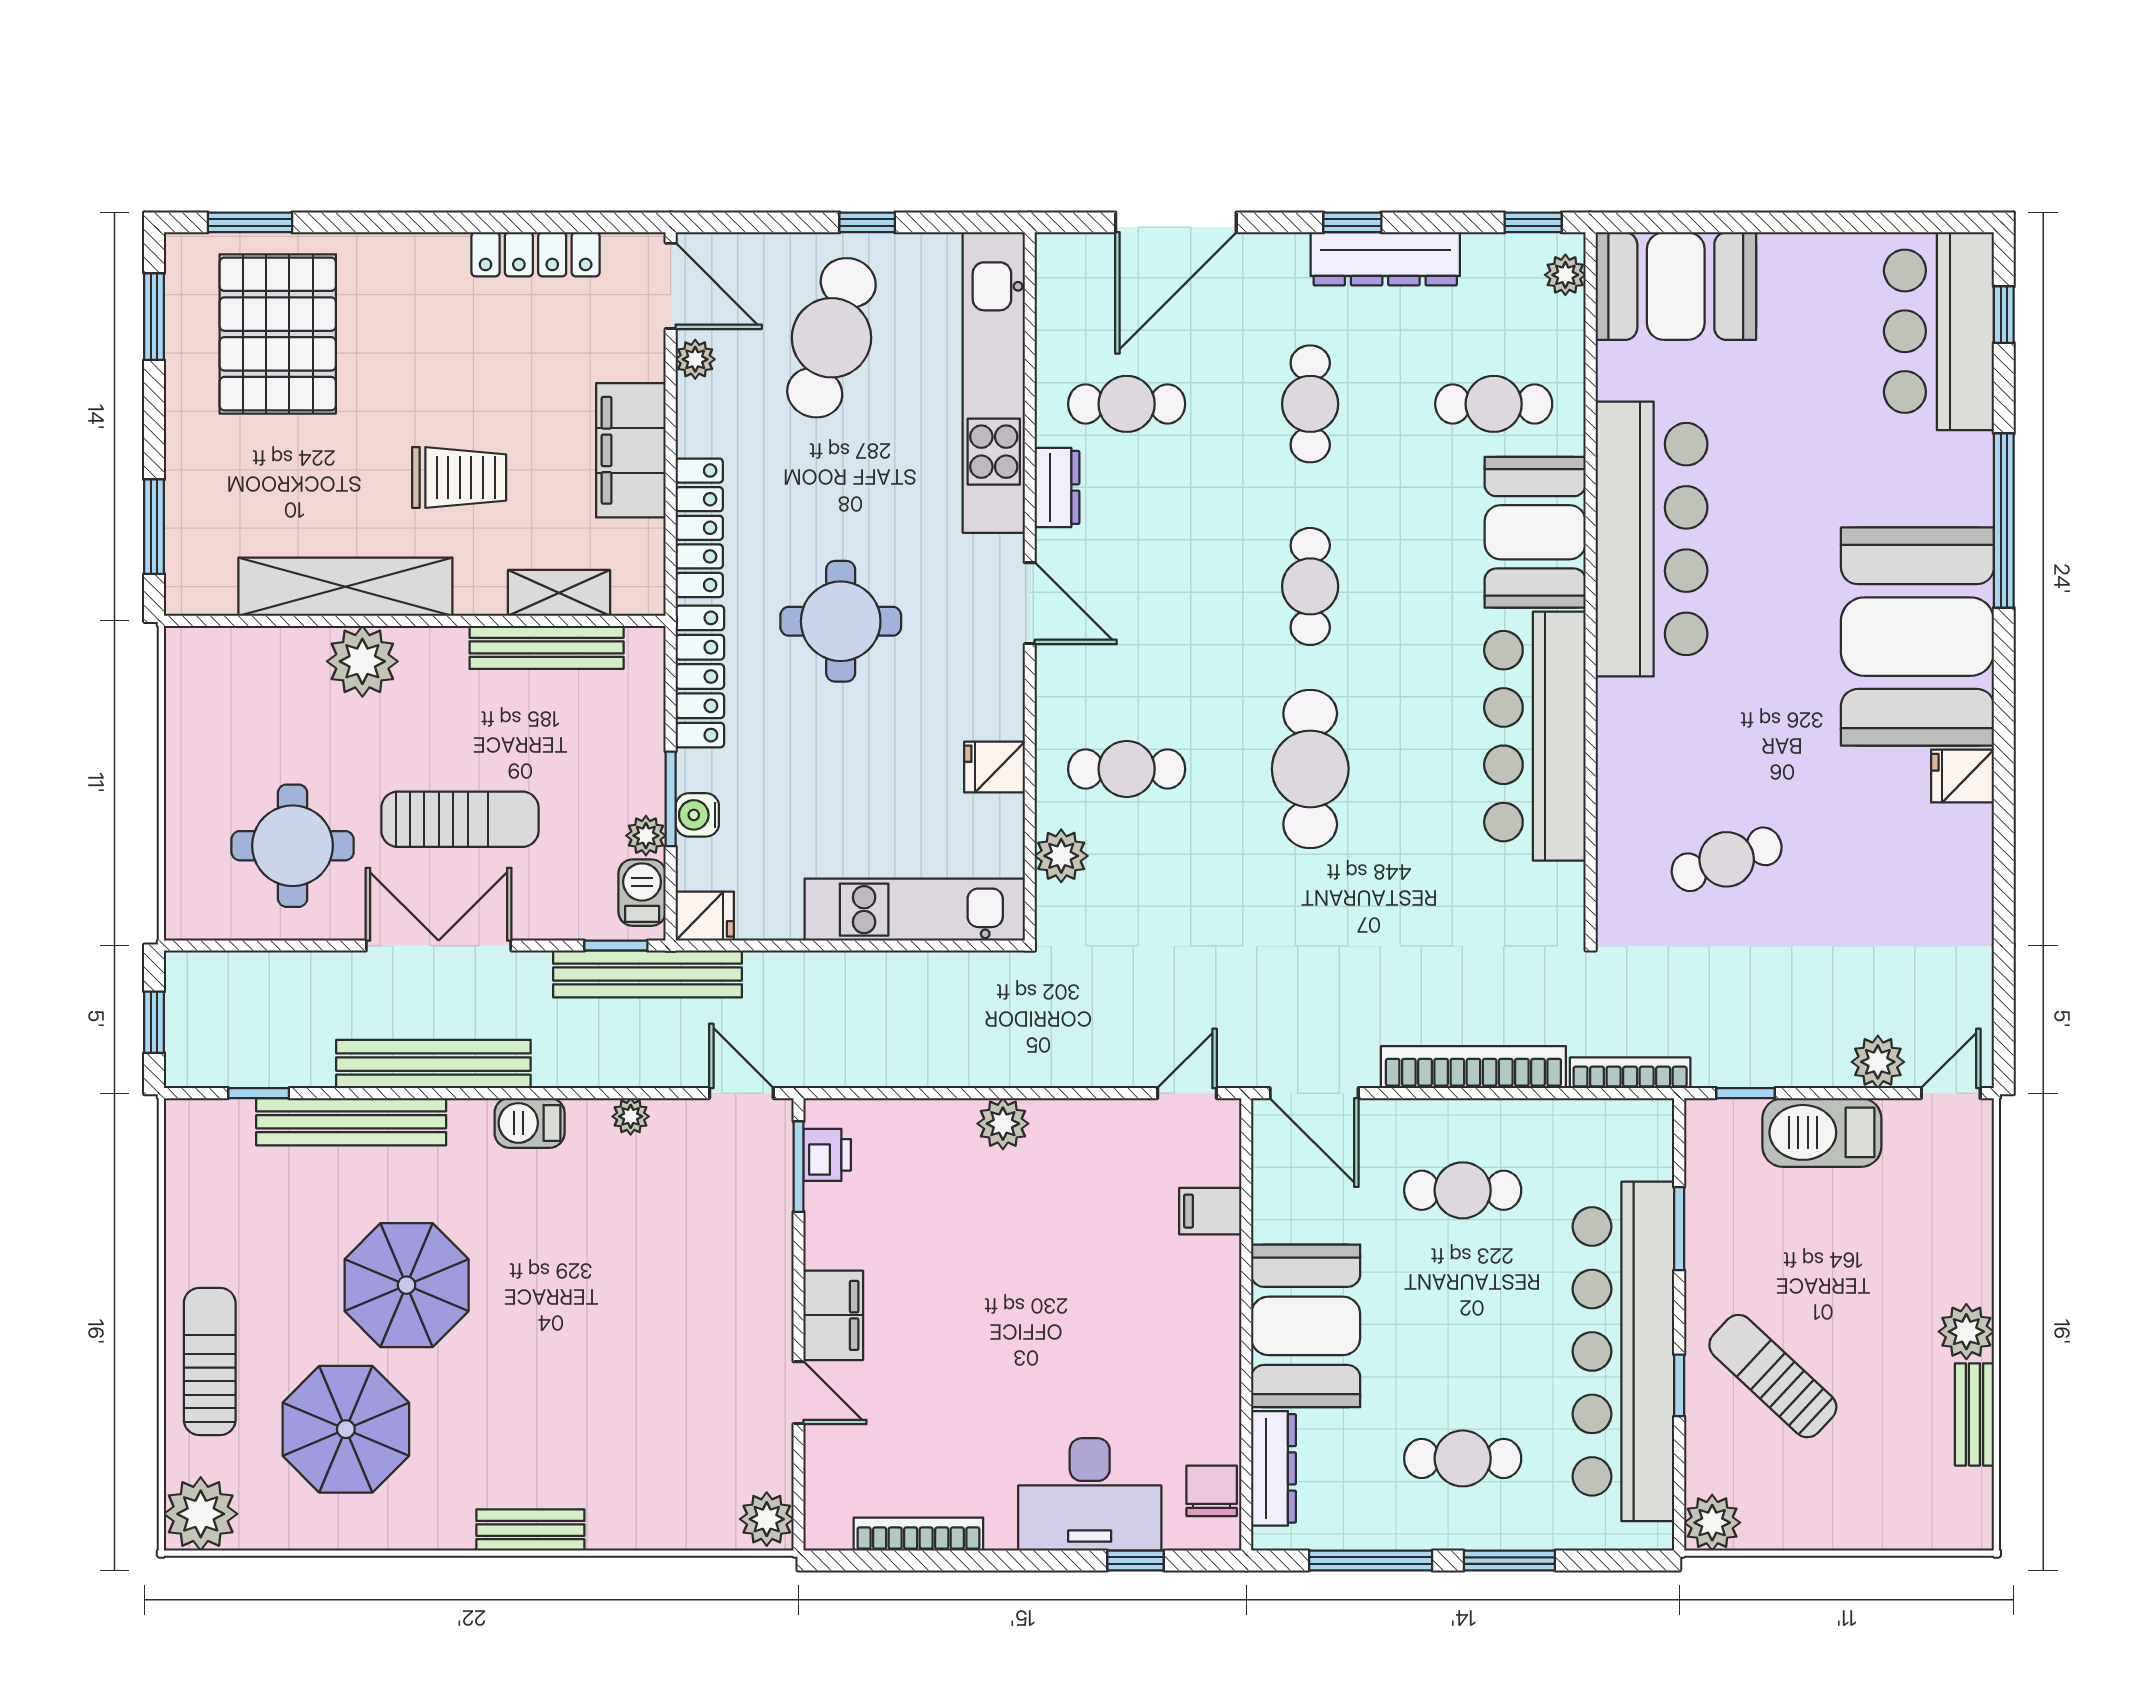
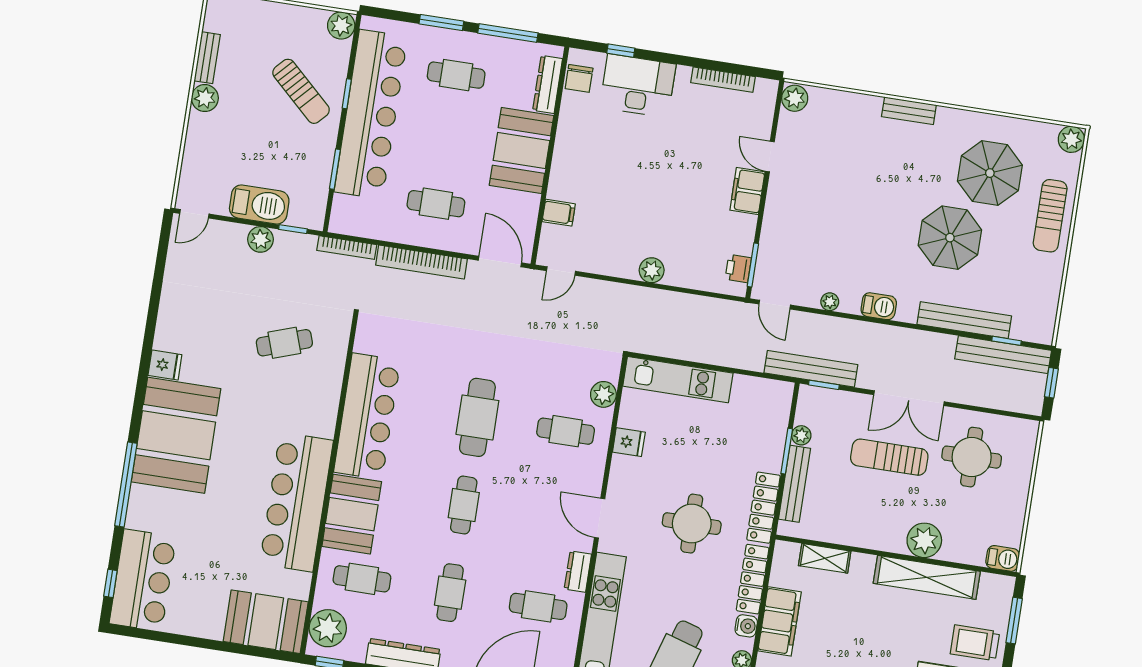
plant: (1565, 275) -> (328, 628), width x1.88, depth x1.88
trolley: (459, 477) -> (975, 643), moved
bench: (547, 647) -> (795, 484), moved, turned 90
water cooler: (697, 815) -> (746, 626), moved
barbecue: (642, 893) -> (1003, 558), moved, turned -90
fridge: (705, 916) -> (779, 392), removed
plant: (1878, 1062) -> (260, 239), moved
bench: (433, 1064) -> (1003, 355), moved
plant: (201, 1514) -> (1071, 139), width x0.73, depth x0.73

